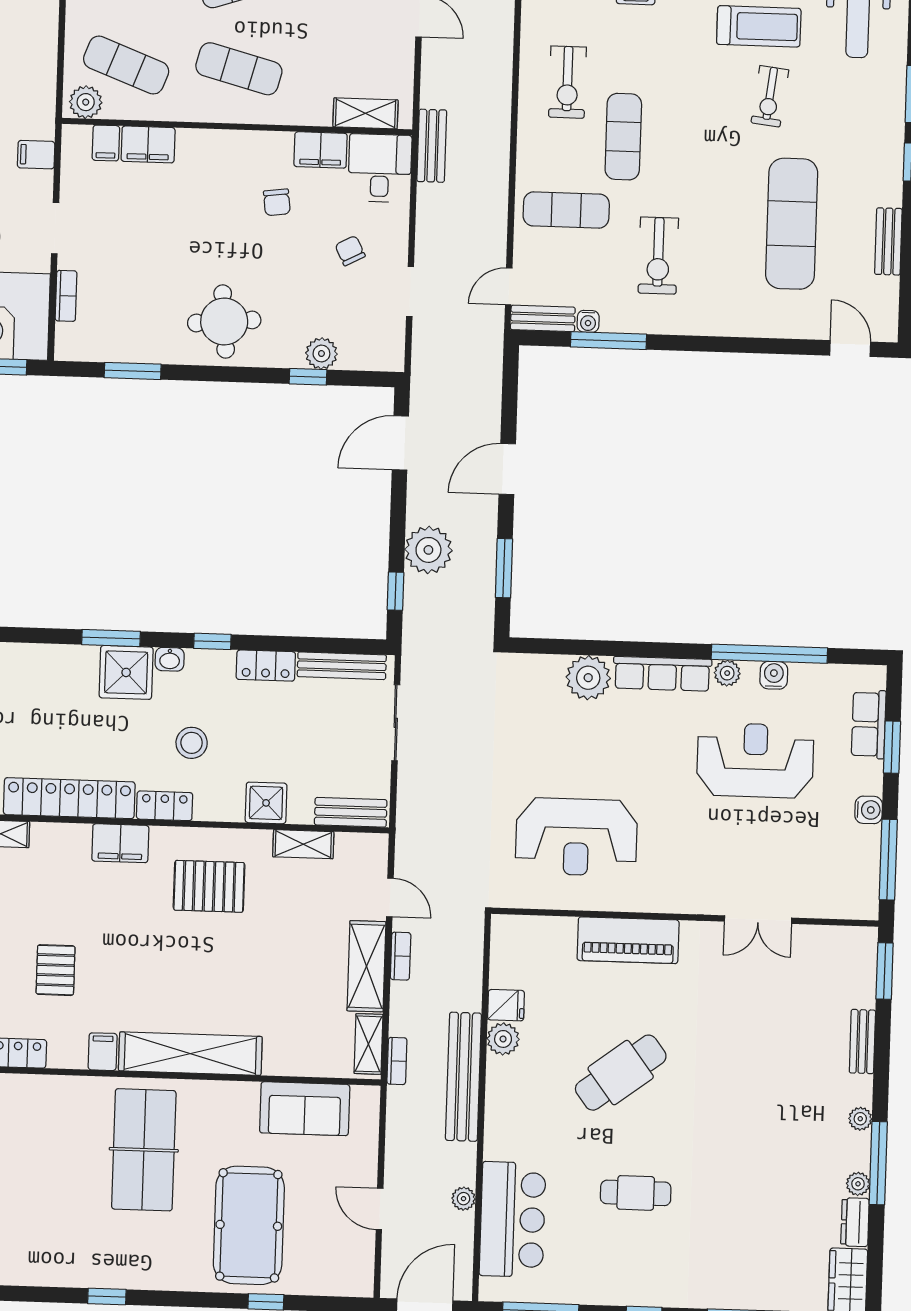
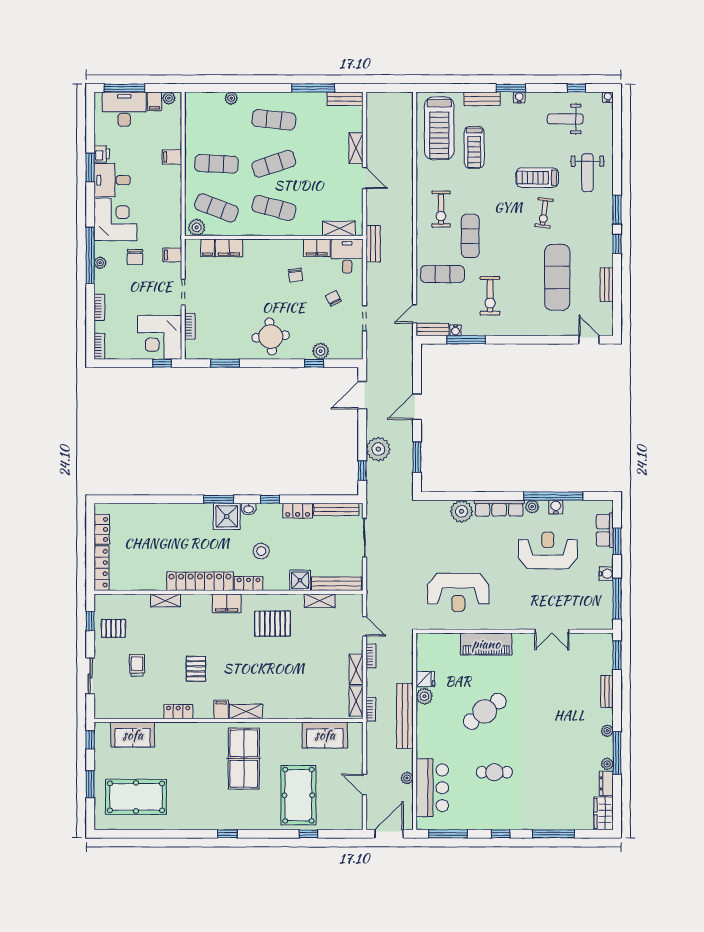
treadmill: (759, 26) -> (537, 178), turned 180
bench: (351, 812) -> (337, 584), width x1.36
shelving: (366, 966) -> (356, 669), width x0.67, depth x0.75
shelving: (190, 1054) -> (246, 711), width x0.45, depth x0.75

